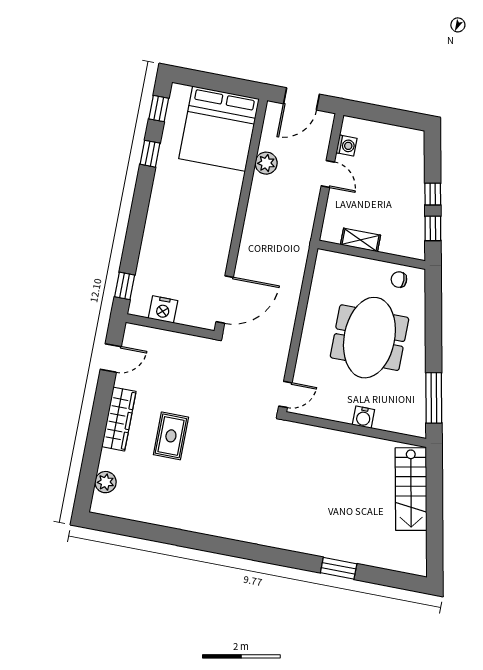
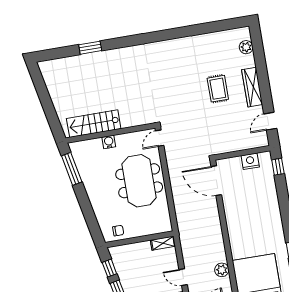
shelving: (360, 240) -> (163, 243), moved
door: (225, 300) -> (216, 181), hinge flipped
meeting table: (369, 338) -> (139, 181), moved
stairs: (411, 489) -> (94, 124), moved, turned -79

